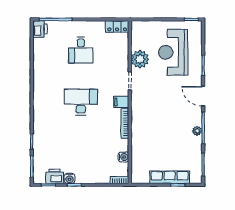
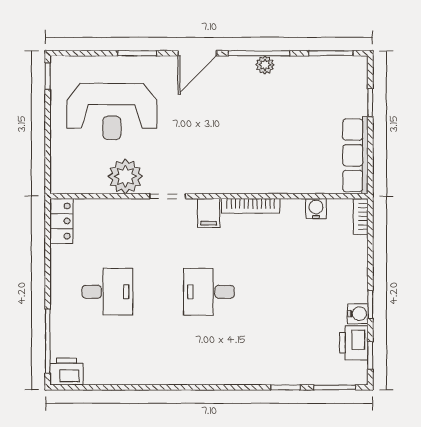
desk: (81, 102) -> (209, 292), width x0.73
row of seats: (170, 177) -> (355, 155), moved

